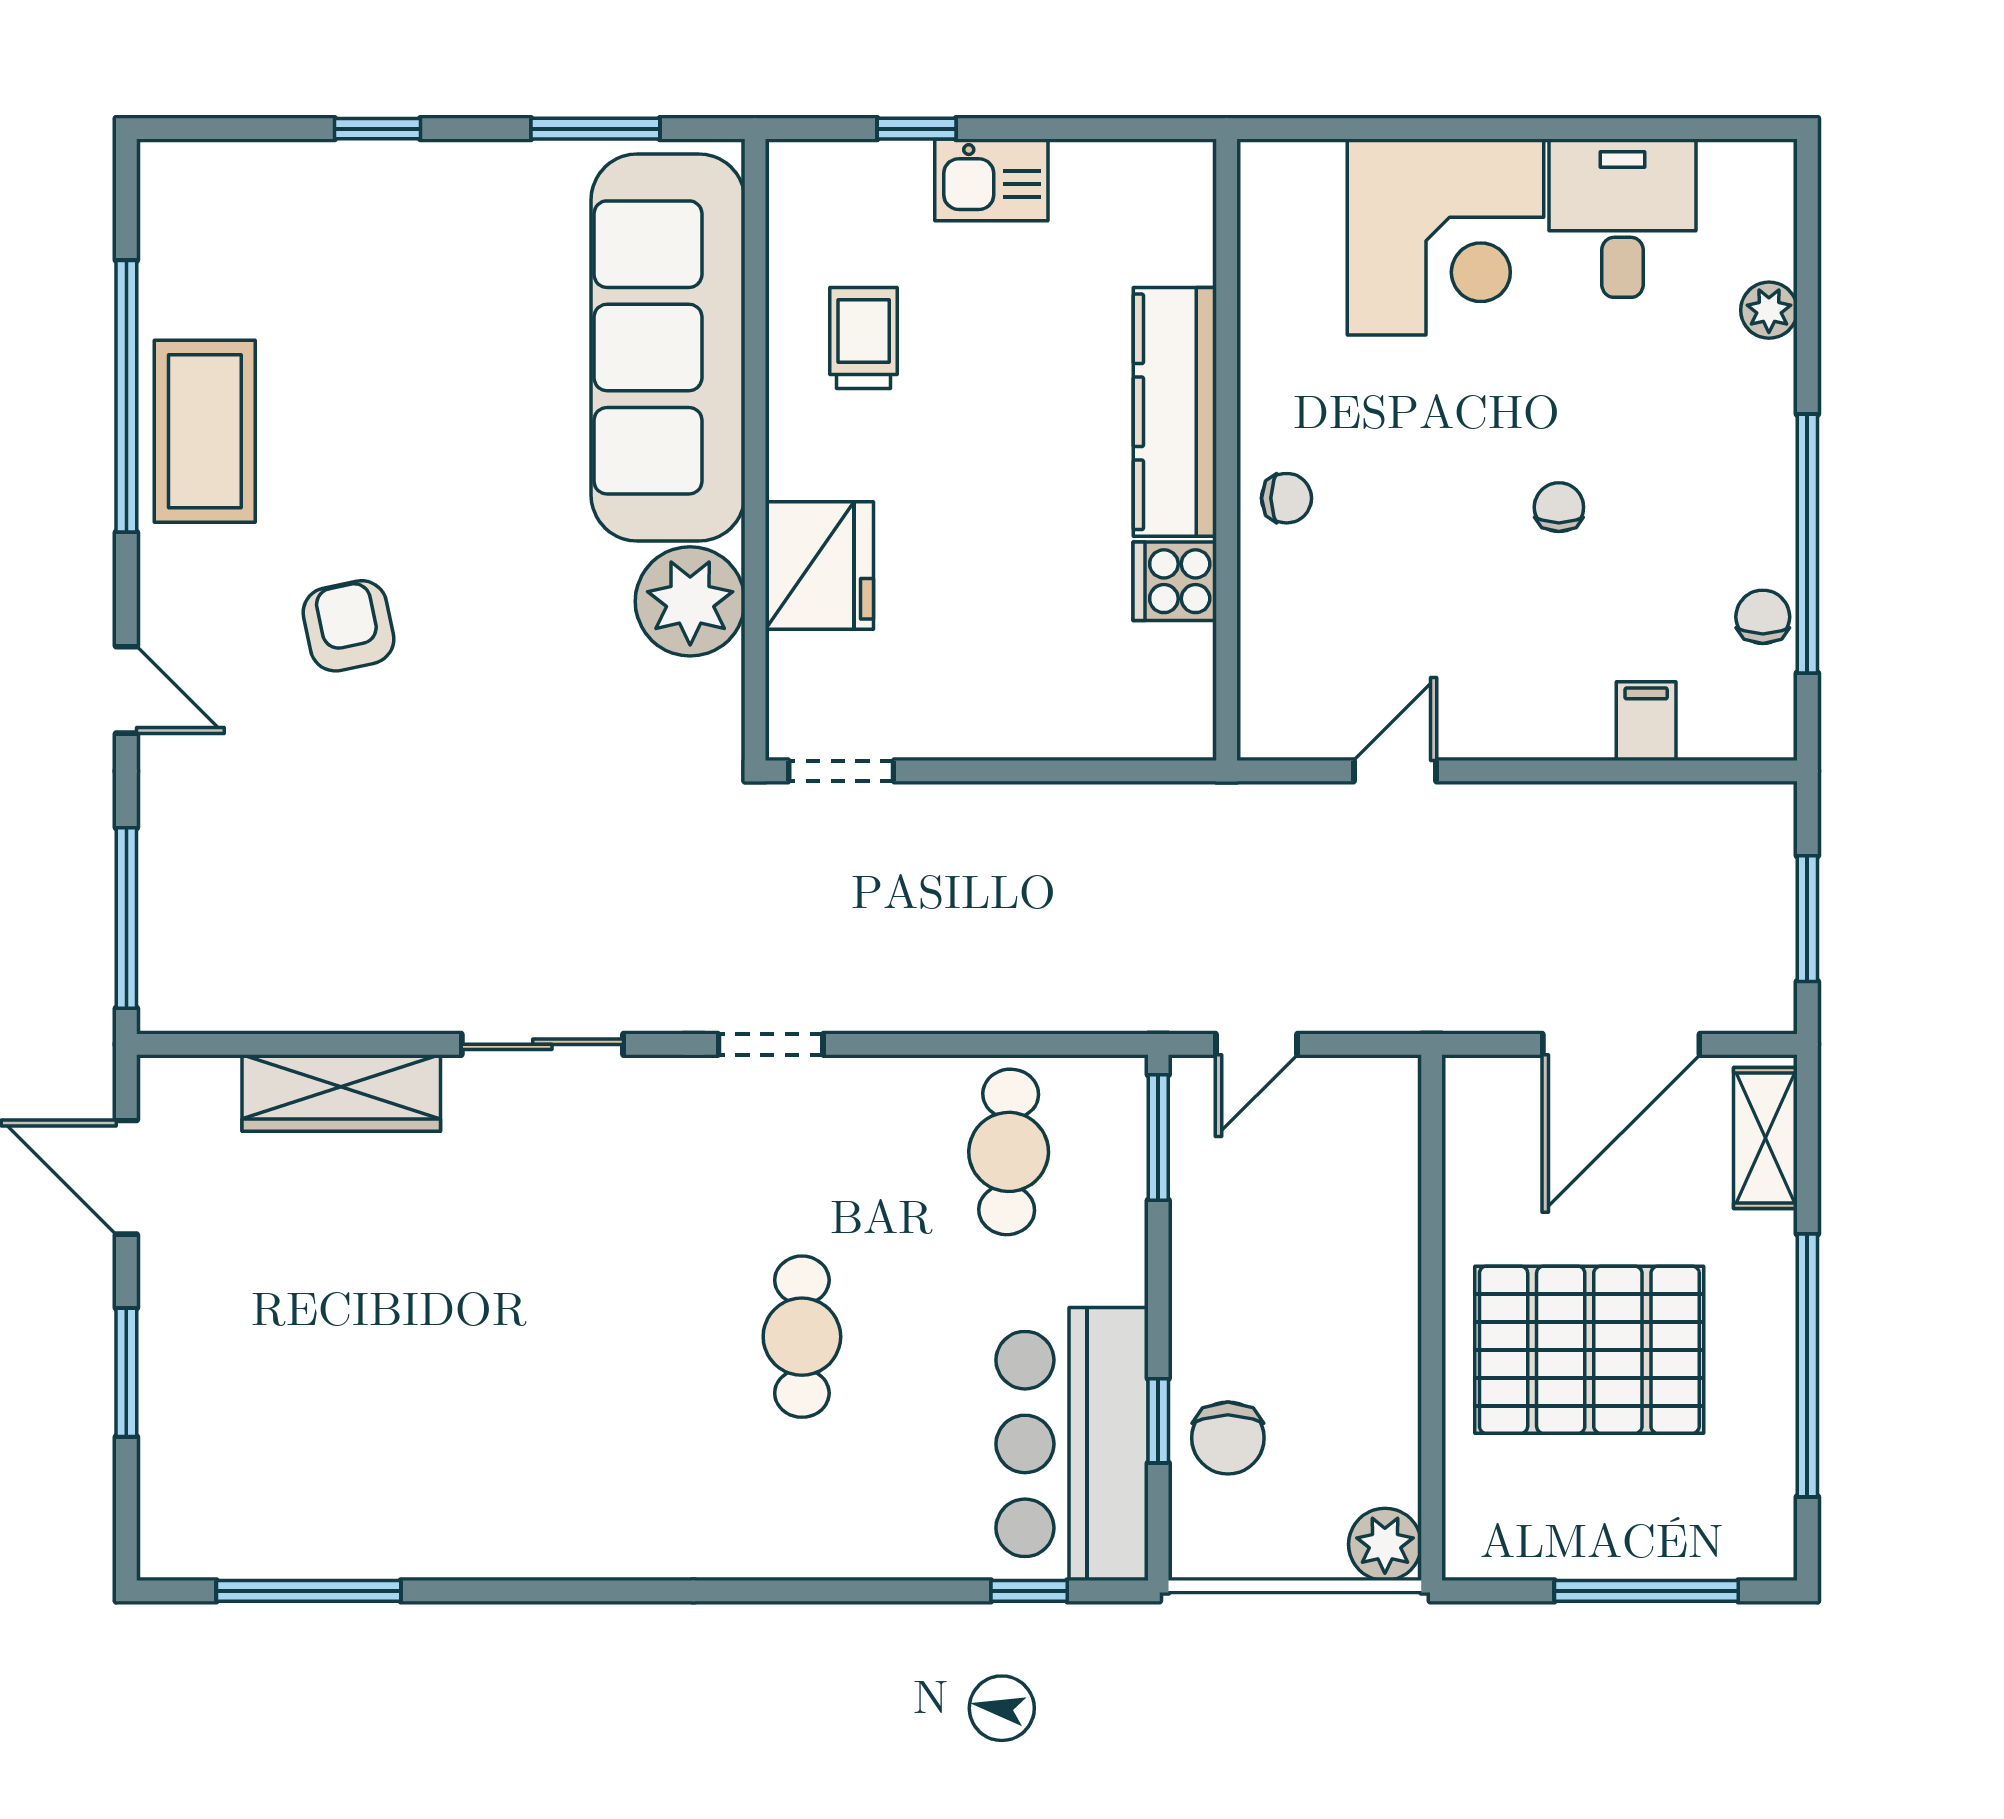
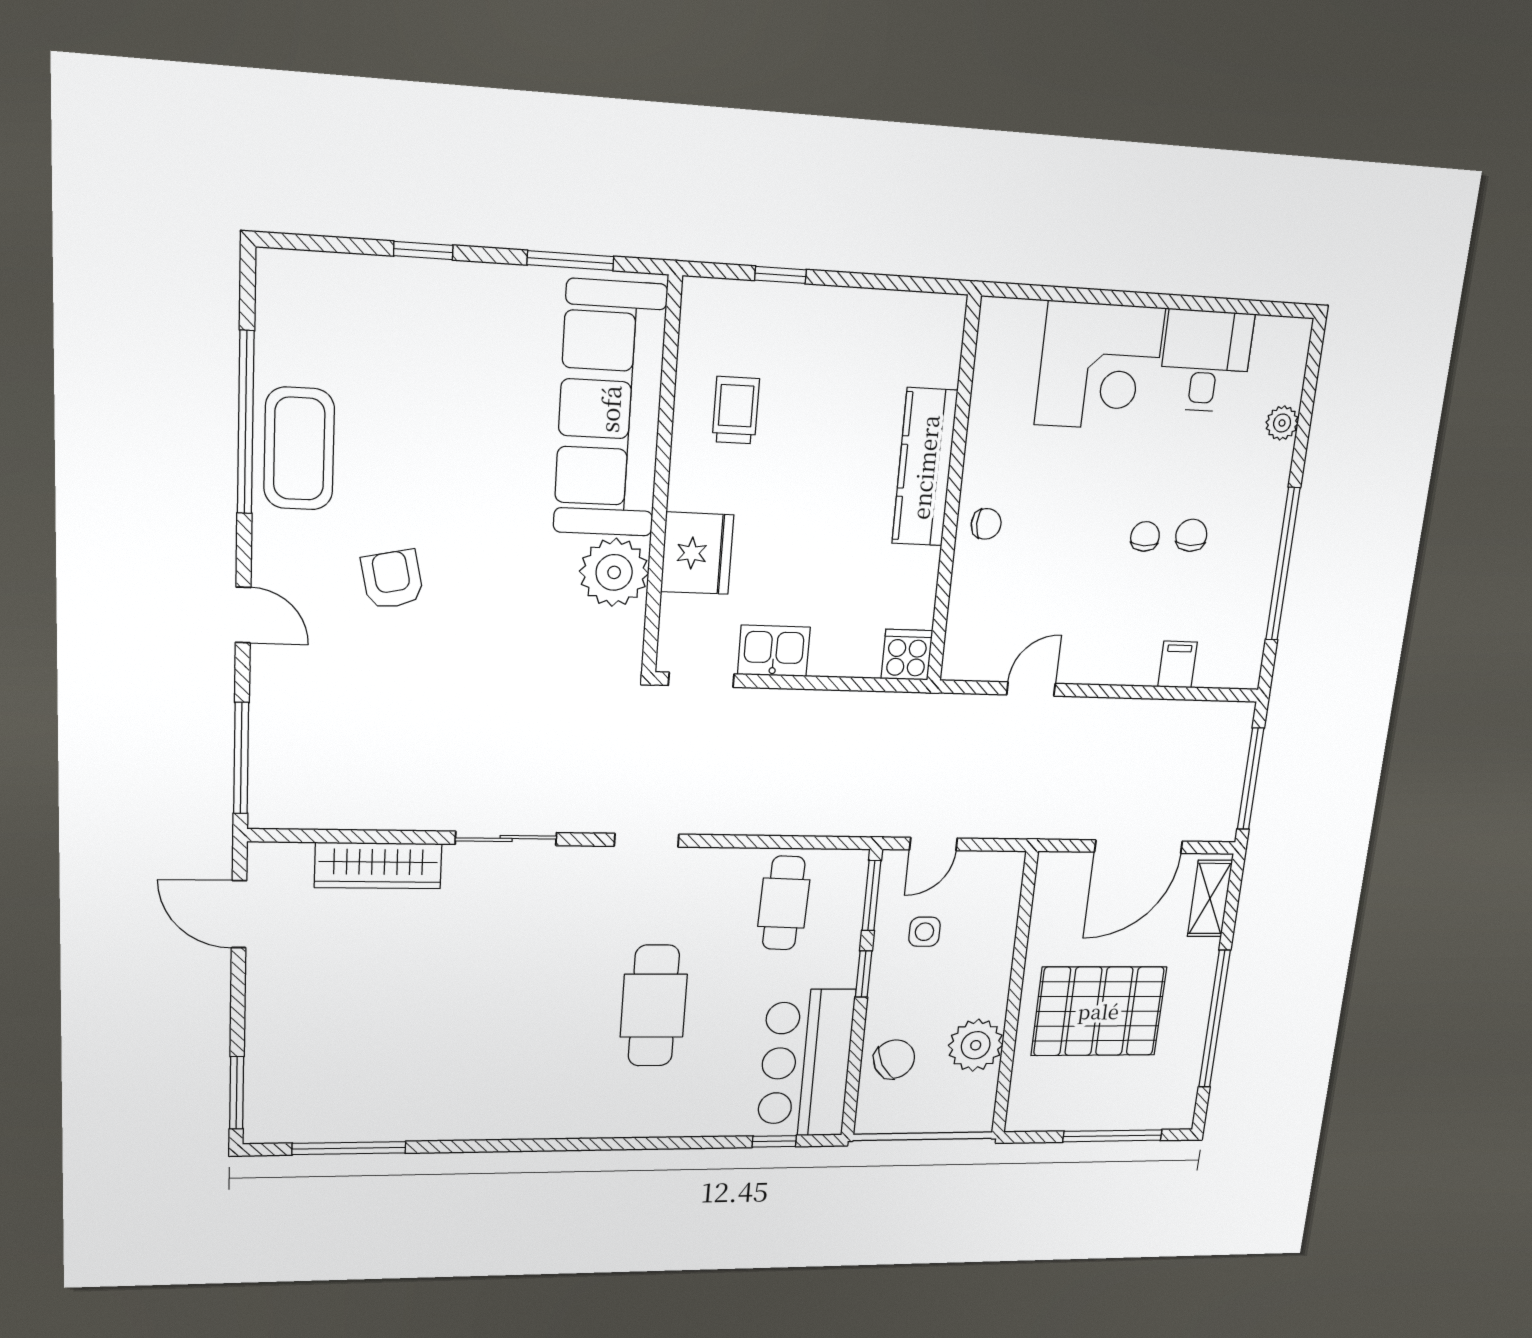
kitchen sink: (991, 180) -> (774, 651), moved, turned 180
cooker: (1175, 581) -> (907, 655), moved, turned 90
chair: (1763, 617) -> (1191, 535), moved
window: (1807, 919) -> (1251, 779), width x1.44
side table: (1257, 1202) -> (924, 932), added
cafe table: (802, 1337) -> (654, 1006), width x1.37, depth x1.35
window: (126, 1372) -> (237, 1093), moved
window: (1158, 1421) -> (864, 974), moved
chair: (1228, 1438) -> (894, 1059), turned -119
plant: (1385, 1544) -> (976, 1045), moved, width x1.36, depth x1.36

